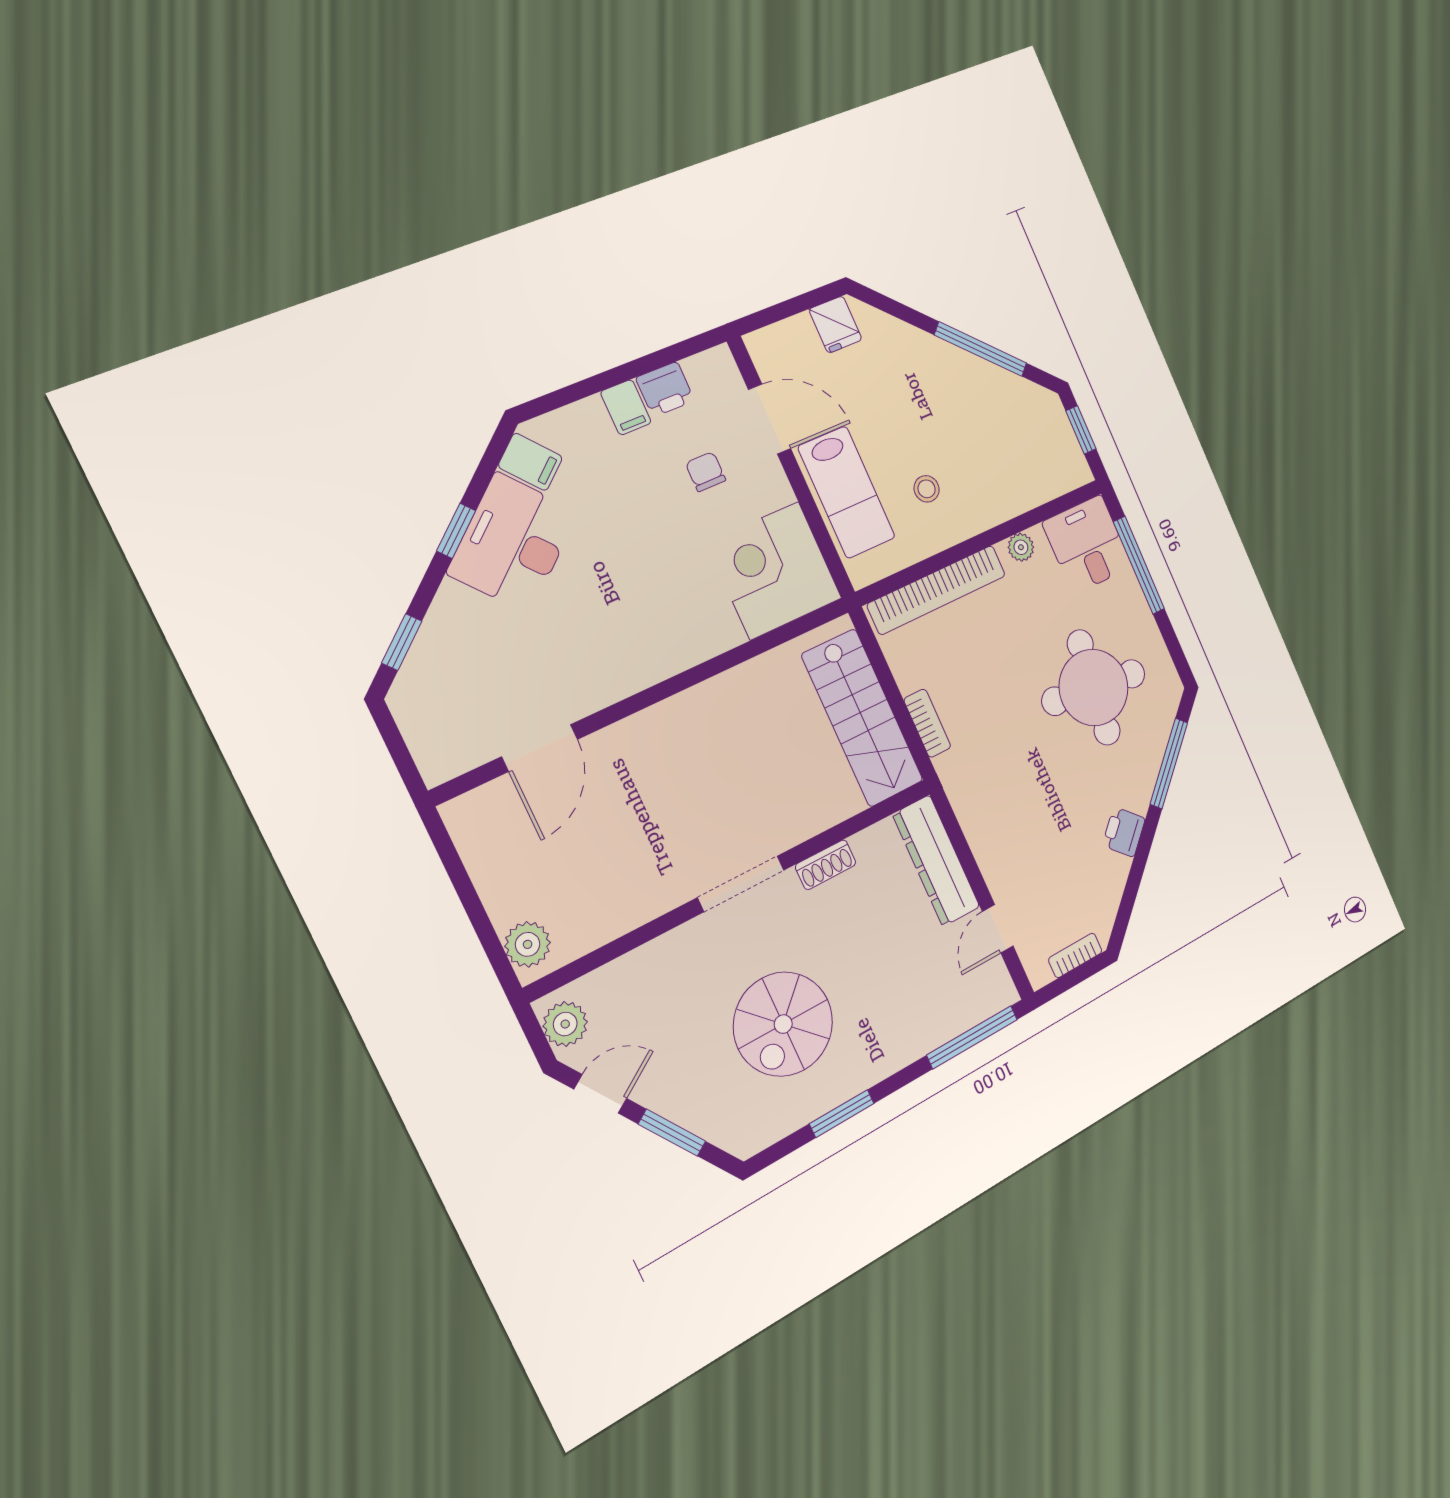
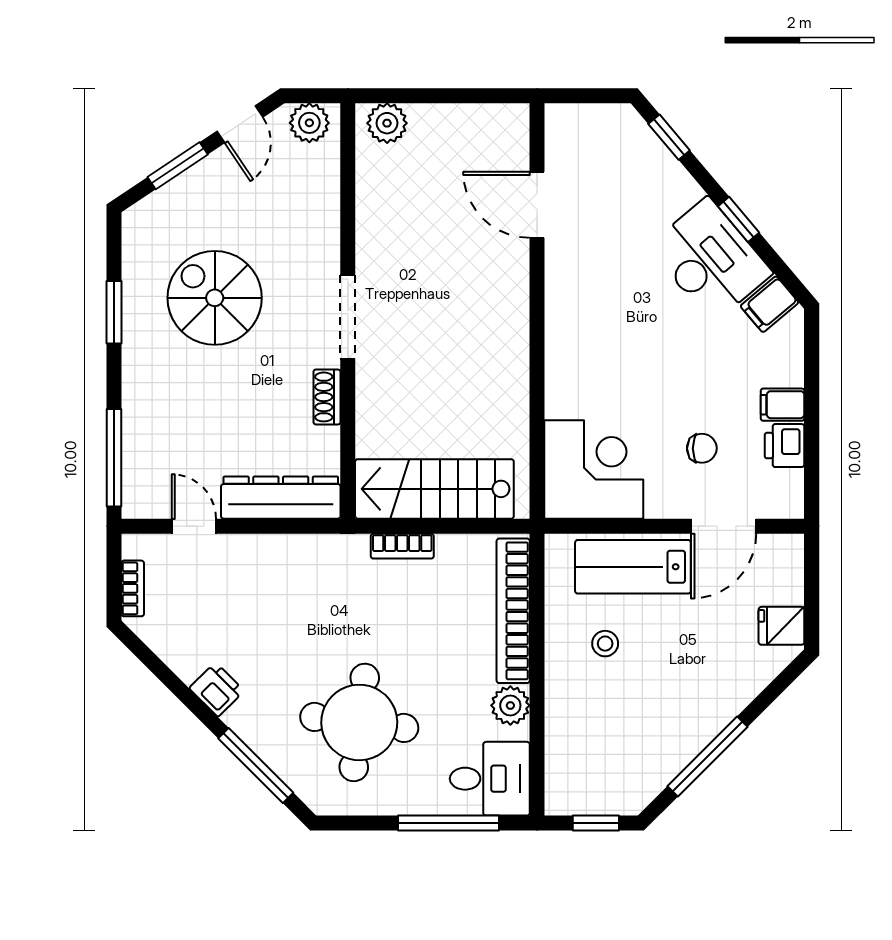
plant: (1021, 547) -> (510, 705), width x1.38, depth x1.38

